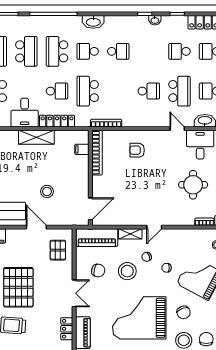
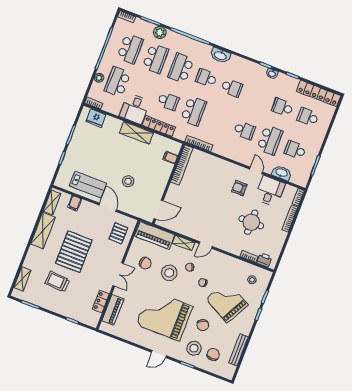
plant: (20, 22) -> (160, 33), added
school desk: (88, 91) -> (194, 111), turned 180
armchair: (137, 150) -> (239, 188), moved

